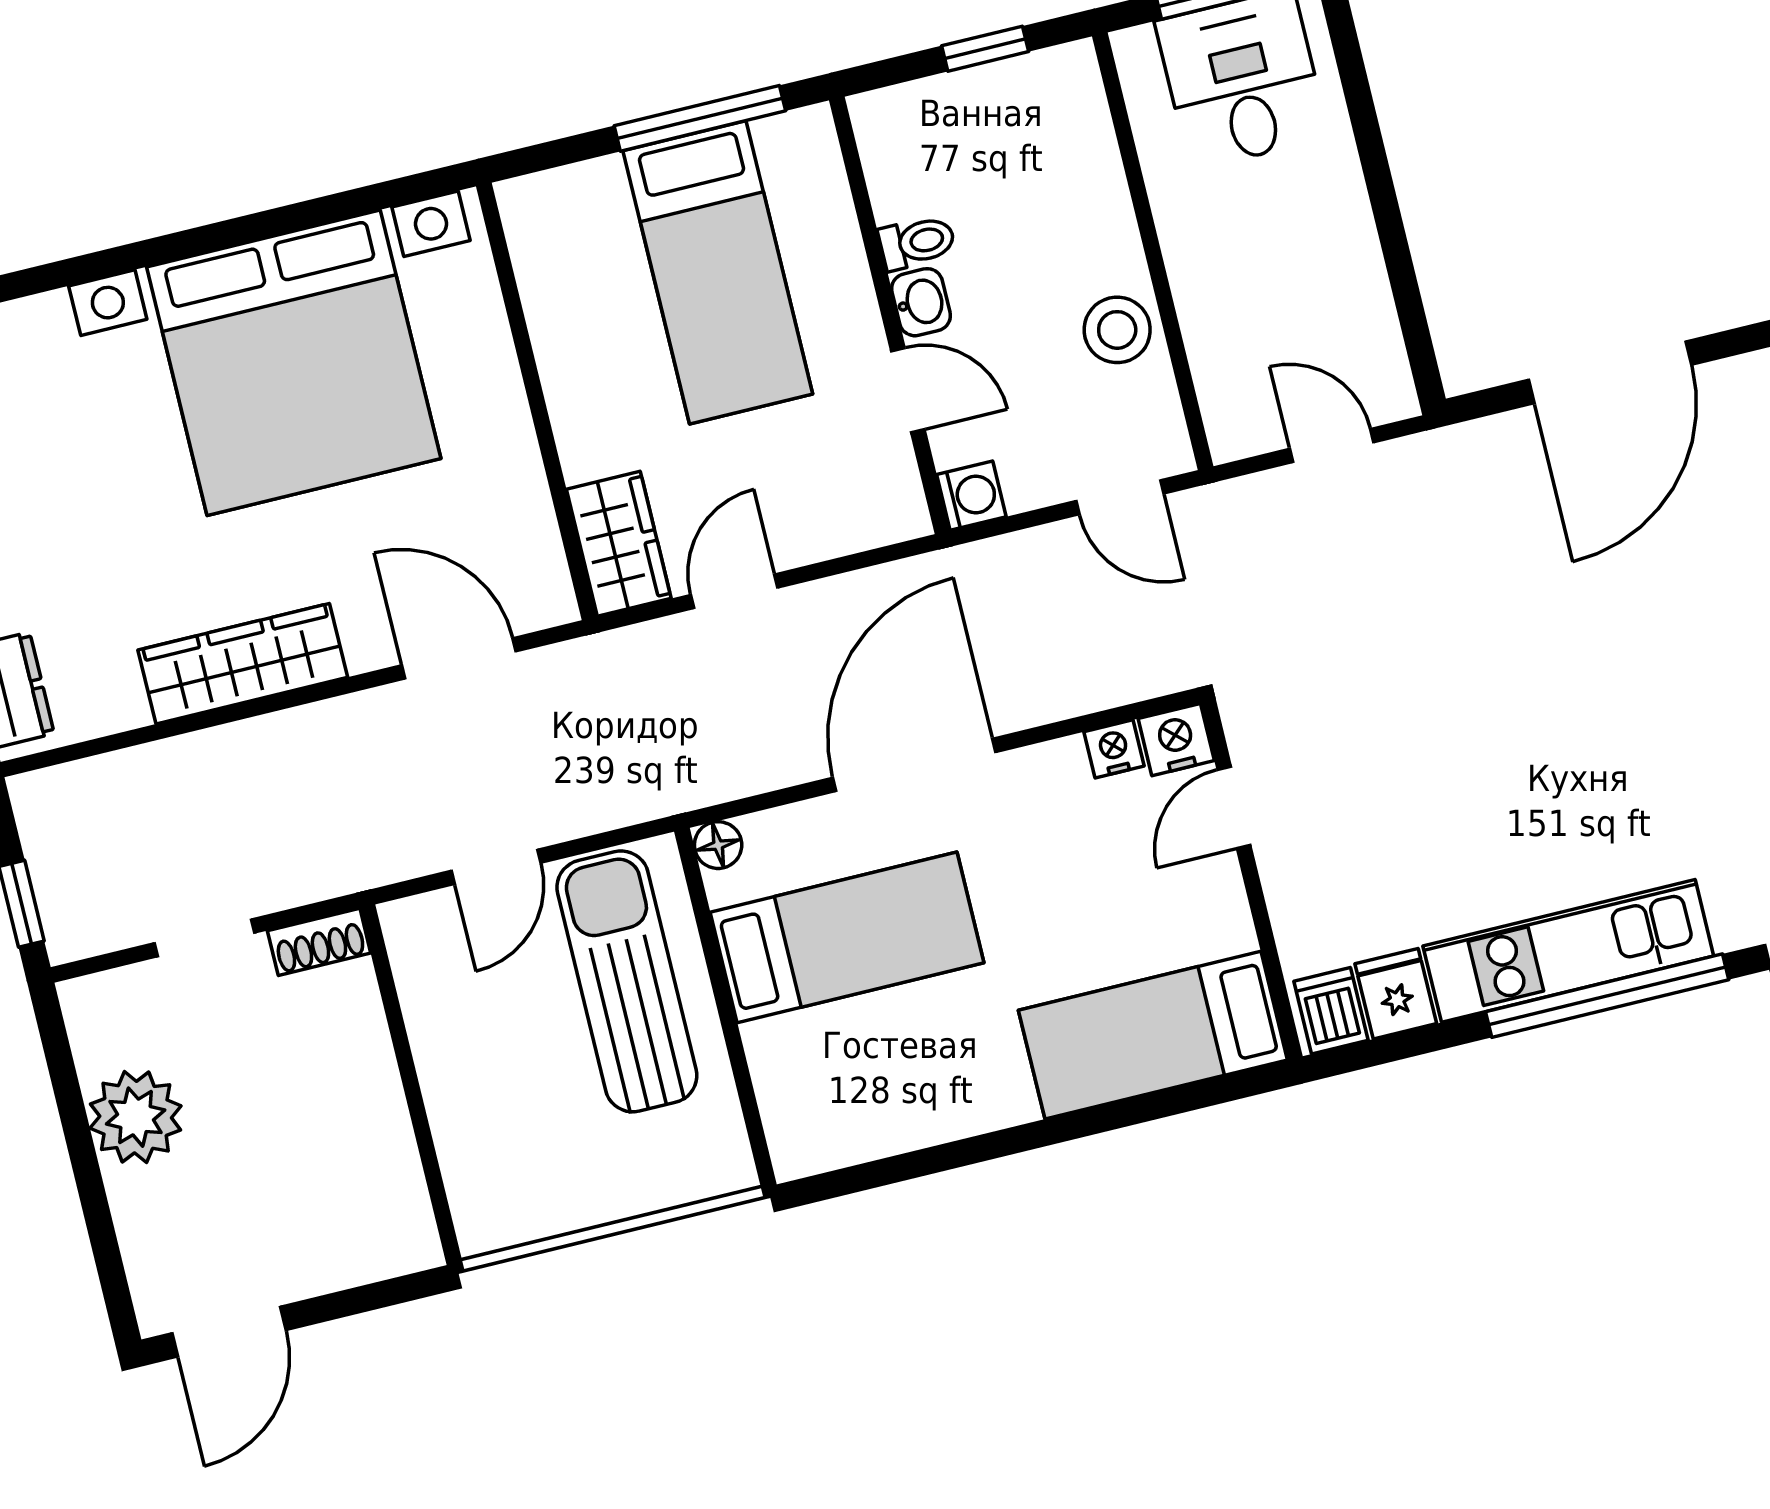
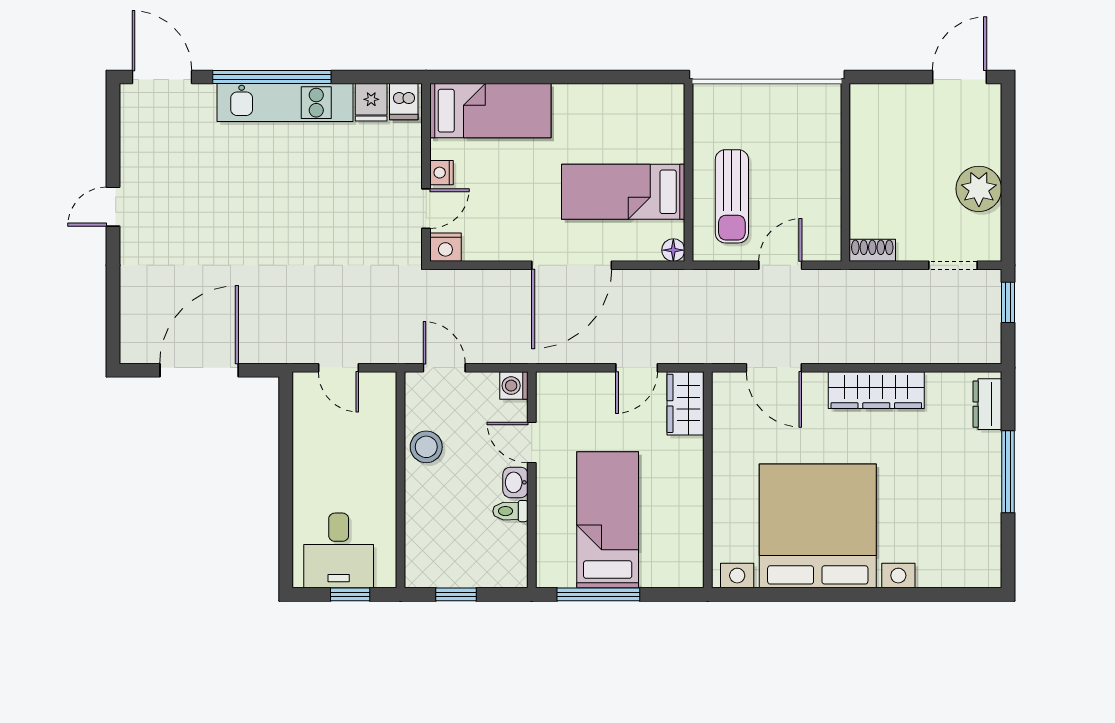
nightstand: (1114, 749) -> (441, 173), moved, turned 90
doorway: (204, 938) -> (953, 265), moved
sun lounger: (627, 981) -> (732, 196), width x0.73, depth x0.75

